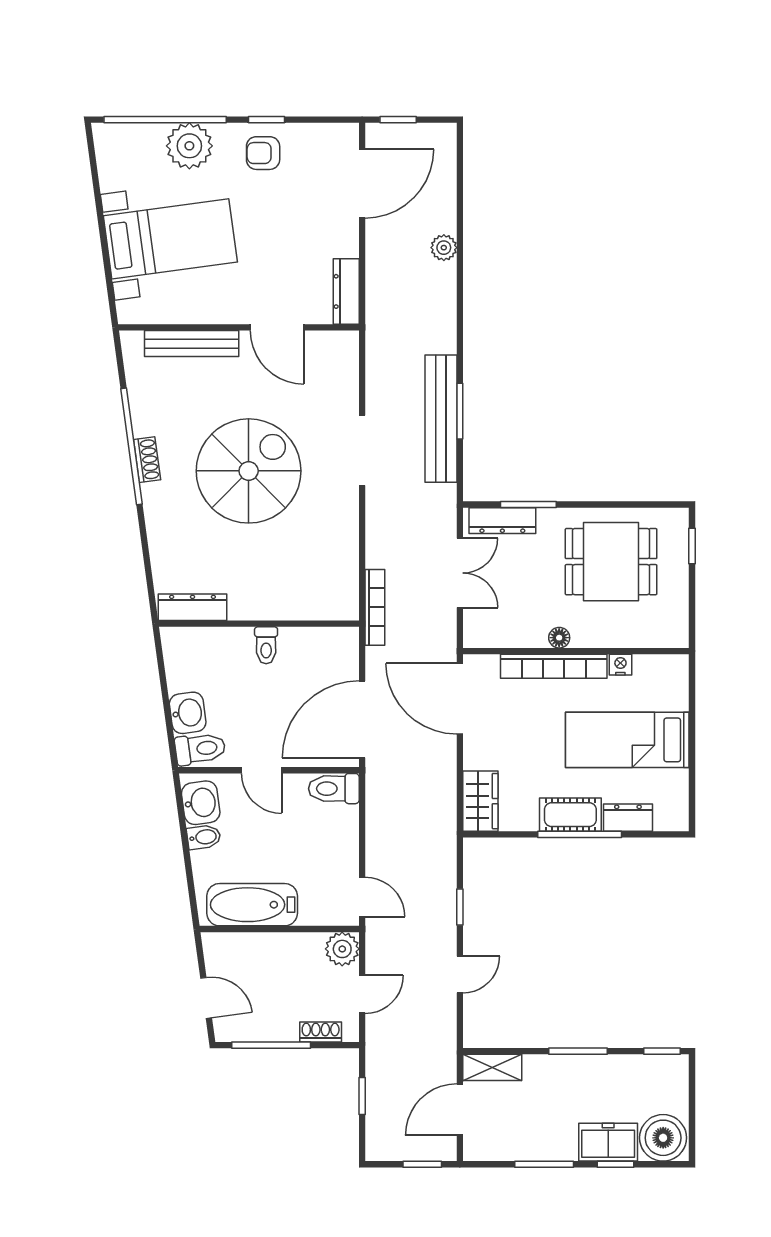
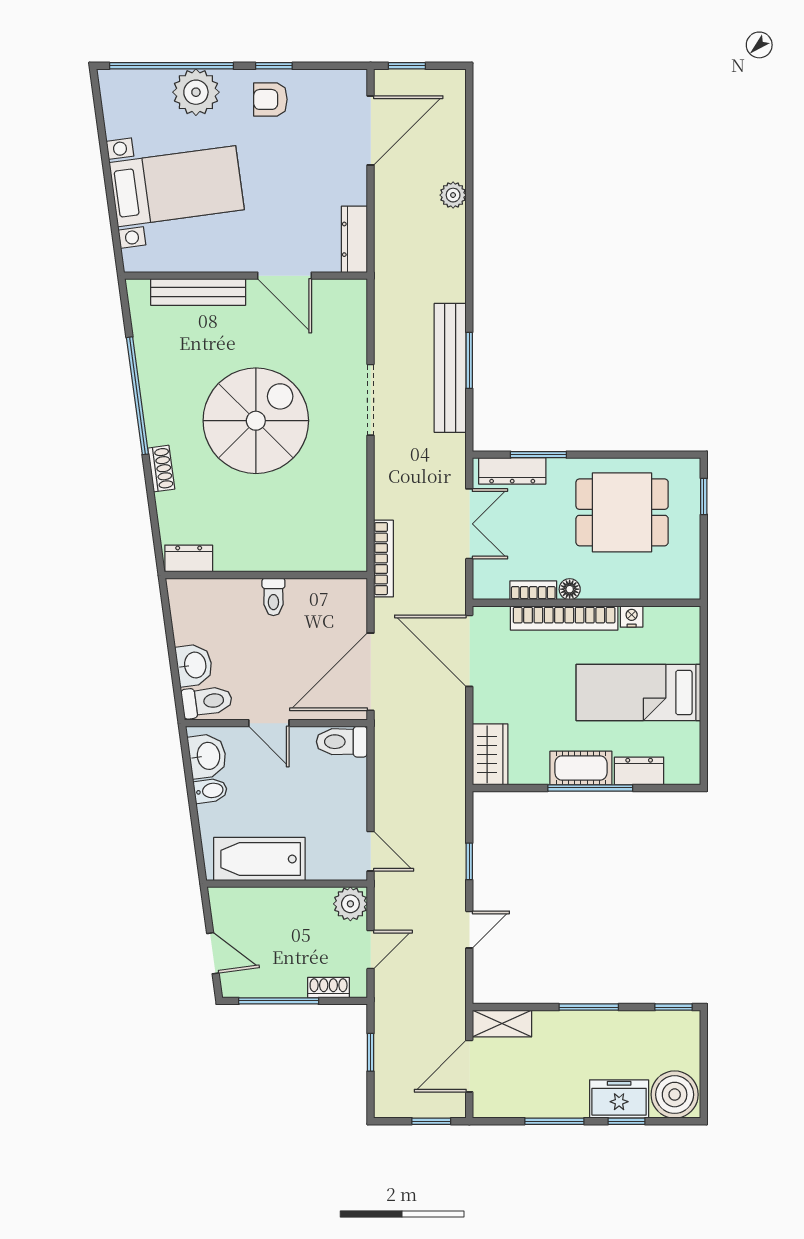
shoe rack: (147, 460) -> (161, 469), moved
dresser: (193, 607) -> (189, 558), width x0.70
bookcase: (523, 639) -> (533, 590), added

